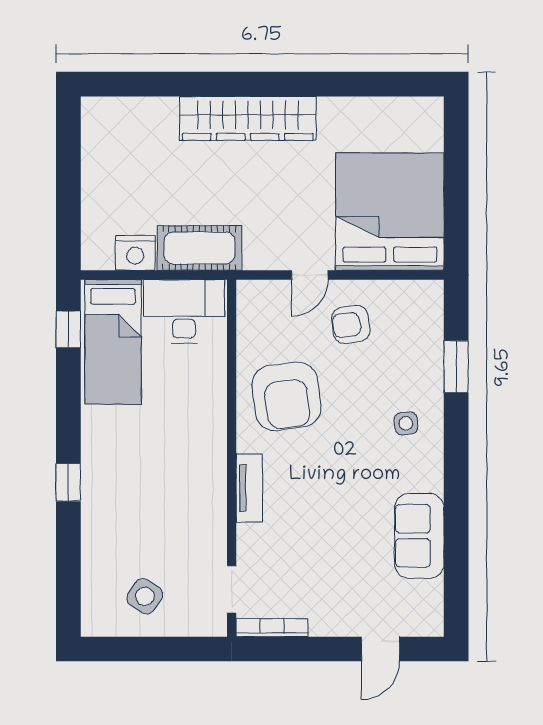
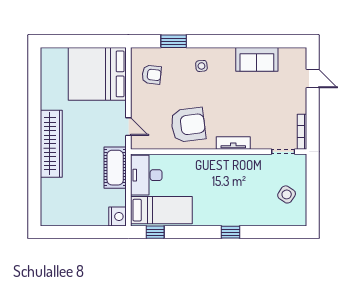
nightstand: (135, 253) -> (118, 217), moved
door: (310, 275) -> (128, 127), moved
armchair: (351, 324) -> (152, 75), moved, turned -76

